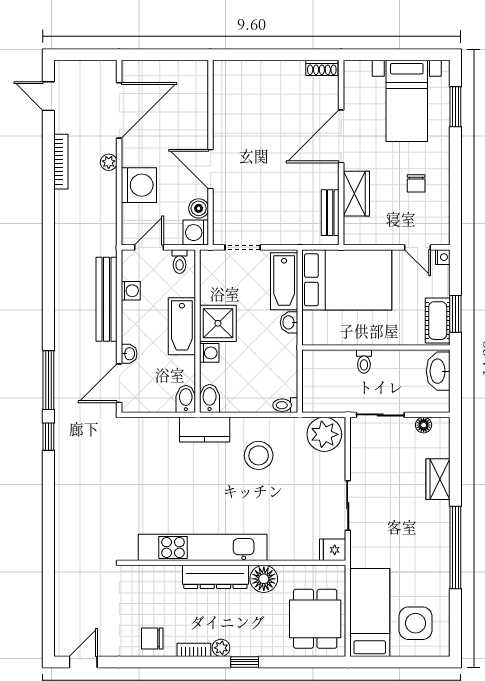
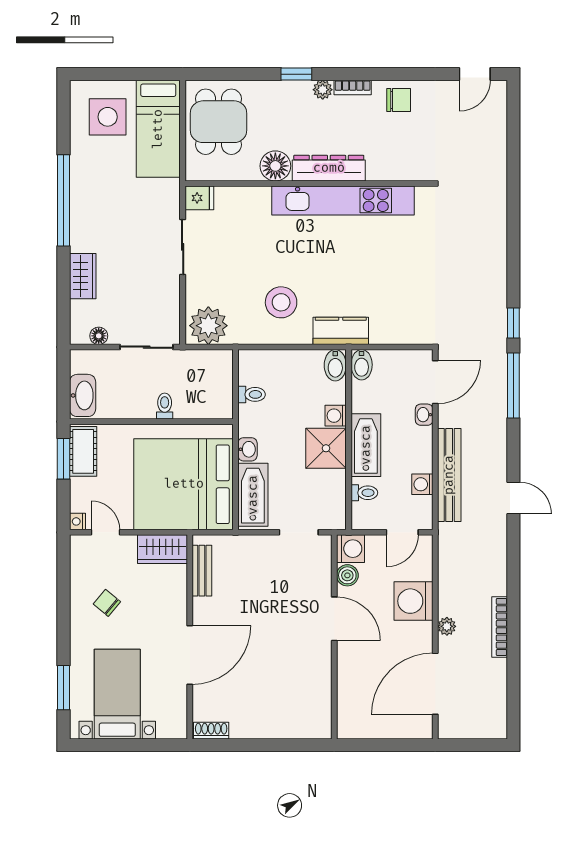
door: (48, 96) -> (513, 498), moved
chair: (416, 183) -> (107, 603), turned -50
wardrobe: (356, 194) -> (163, 549), moved, turned -90
toilet: (180, 262) -> (364, 493), moved, turned 90
bed: (347, 280) -> (184, 484), width x1.36
toilet: (285, 405) -> (252, 394), moved

